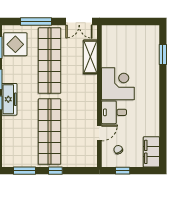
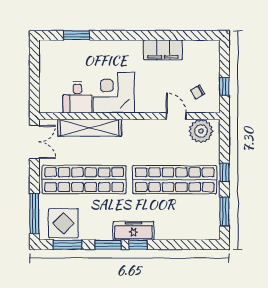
window: (36, 22) -> (34, 214), moved
shelving: (90, 57) -> (90, 128), width x1.47
desk: (114, 112) -> (77, 97), moved
plant: (88, 152) -> (201, 131), added
filing cabinet: (151, 152) -> (163, 50), moved

